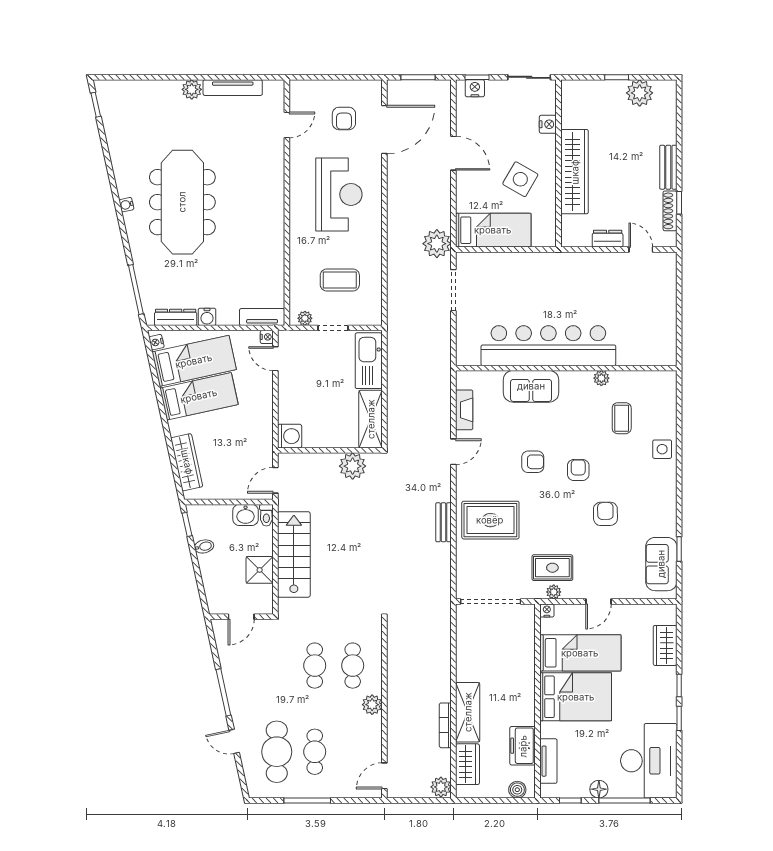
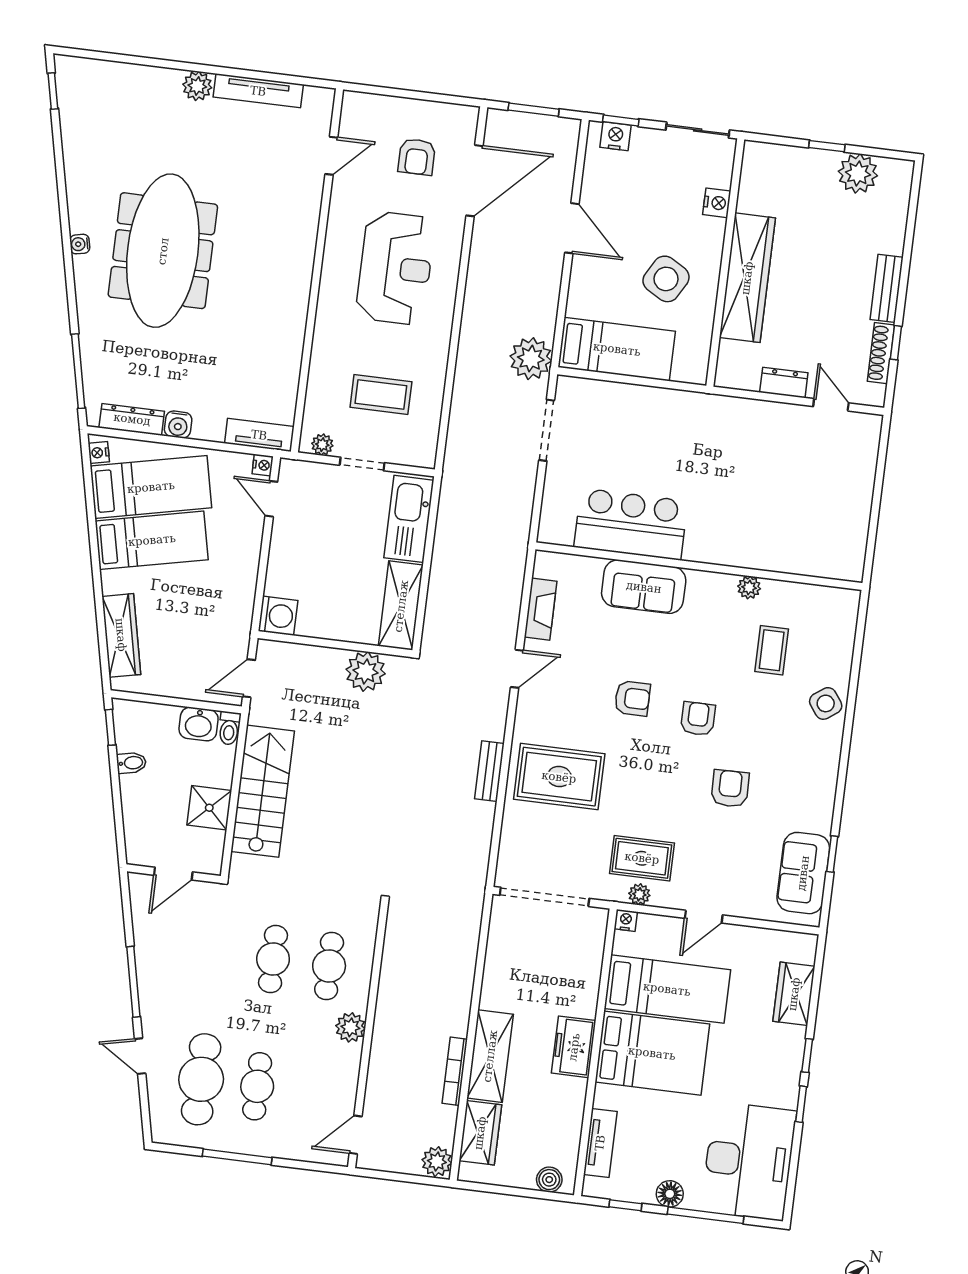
bar counter: (548, 346) -> (631, 524), width x0.54
side table: (662, 449) -> (826, 703), turned -36
freezer: (523, 746) -> (574, 1047), moved

